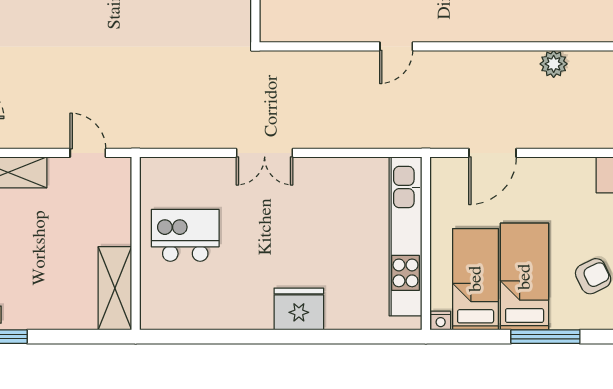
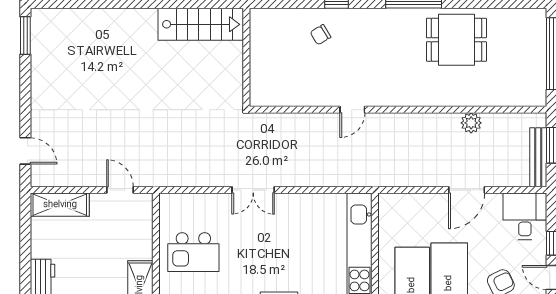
door: (493, 153) -> (467, 190), moved
kitchen island: (185, 235) -> (193, 252), turned 180

